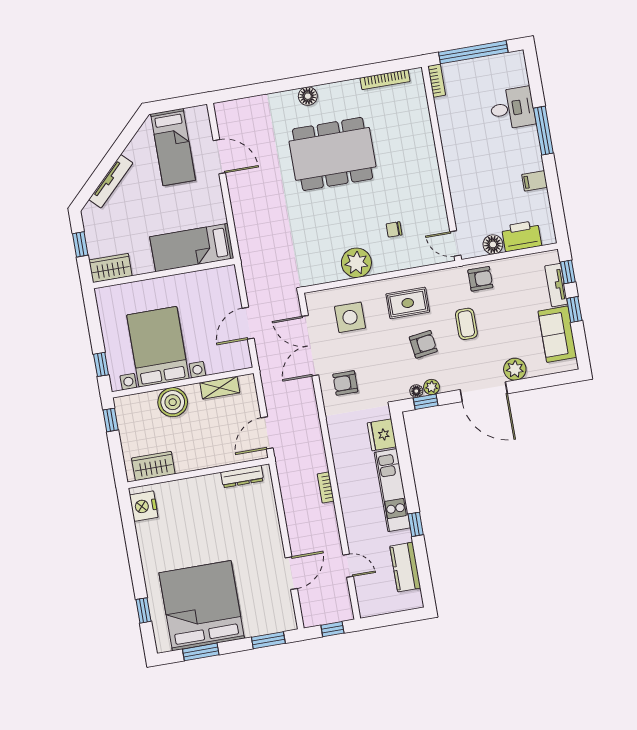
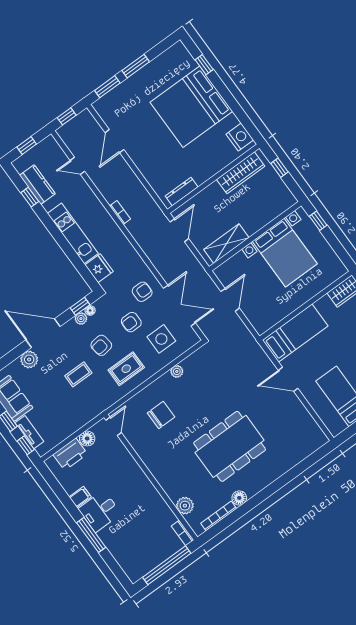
floor lamp: (308, 96) -> (239, 498), moved
desk: (512, 108) -> (100, 511), moved
plant: (418, 111) -> (185, 506), added
door: (219, 157) -> (288, 379), moved
chair: (394, 229) -> (161, 415), width x1.87, depth x1.87
door: (455, 243) -> (114, 426), hinge flipped
plant: (356, 263) -> (177, 371), width x0.53, depth x0.53
armchair: (480, 279) -> (131, 322), moved
coffee table: (466, 324) -> (78, 374), turned 90
shelving: (220, 388) -> (226, 244), width x1.50, depth x1.33
boiler: (173, 402) -> (255, 219), removed
window: (111, 420) -> (279, 168), moved
wardrobe: (153, 466) -> (241, 173), width x1.50
window: (416, 524) -> (30, 197), moved
bed: (202, 606) -> (191, 107), moved, turned 90
window: (395, 618) -> (27, 146), added
window: (201, 652) -> (136, 66), moved

